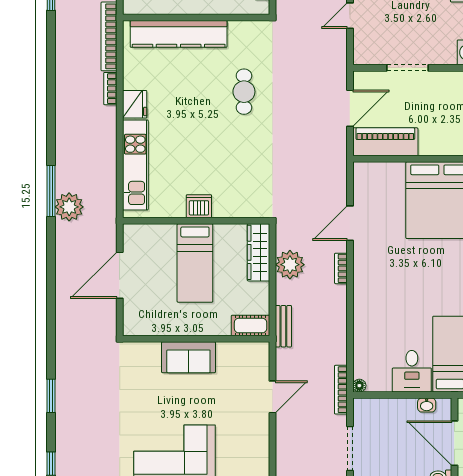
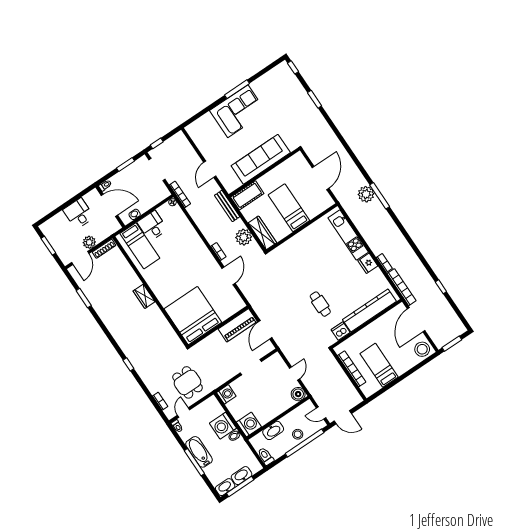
dishwasher: (199, 206) -> (341, 331), moved, turned 180
cot: (251, 326) -> (247, 195), width x1.37, depth x1.34
bench: (283, 326) -> (227, 206), width x1.36
sofa: (188, 357) -> (261, 159), width x1.85, depth x1.27

